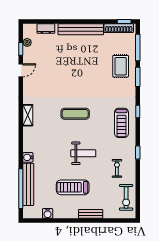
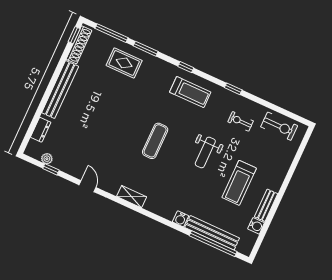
door: (21, 70) -> (88, 186), moved
weight bench: (83, 153) -> (205, 152), turned 180
bench: (91, 214) -> (266, 205), moved

